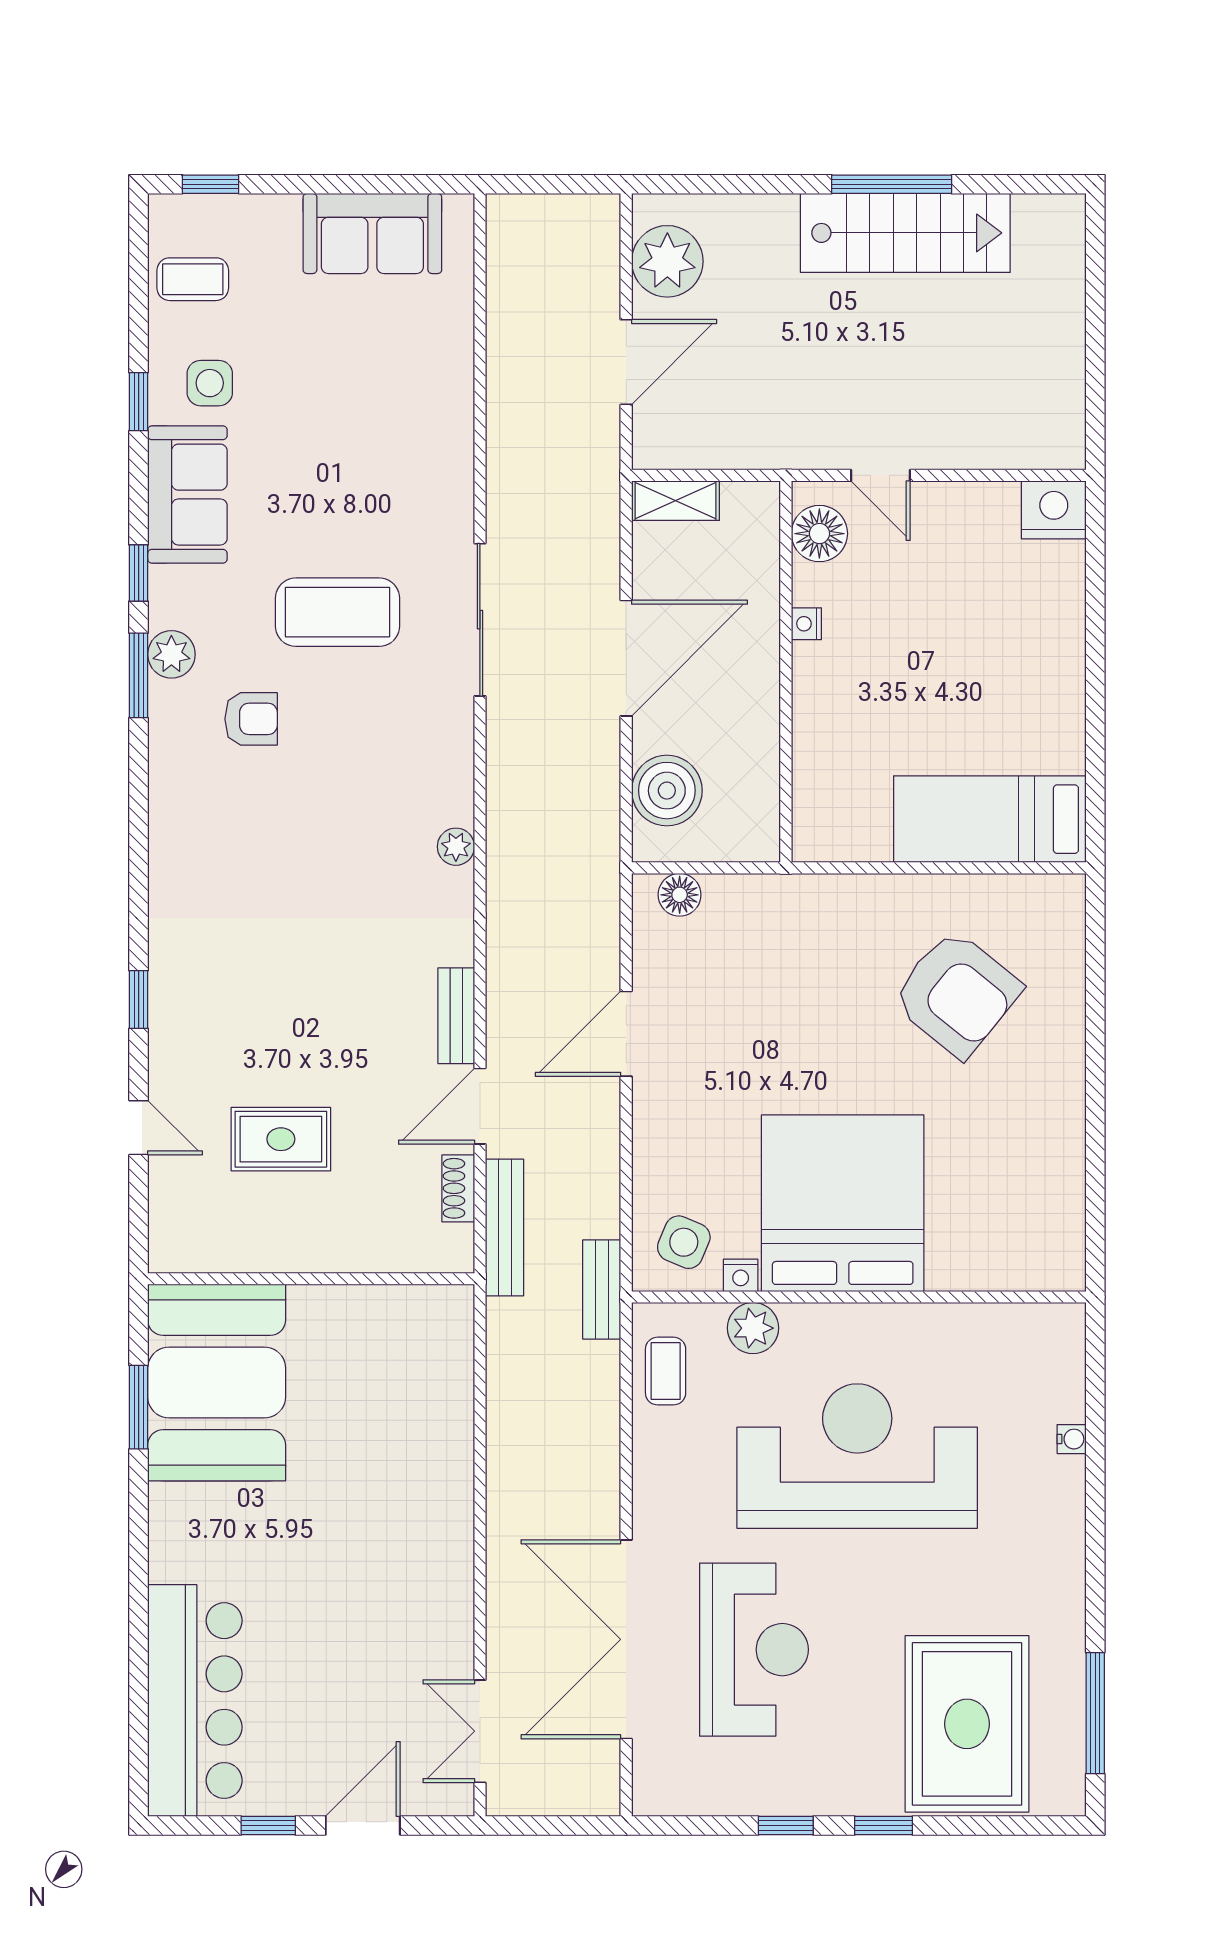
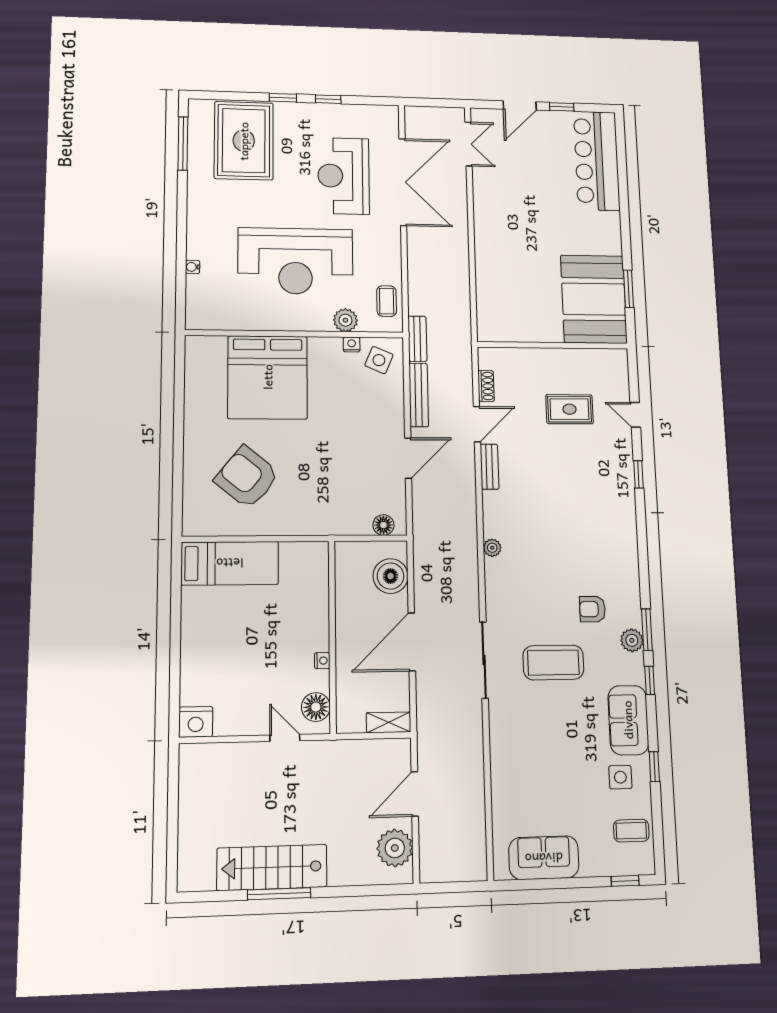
bed: (843, 1203) -> (268, 377), moved
bench: (505, 1228) -> (419, 395), moved

